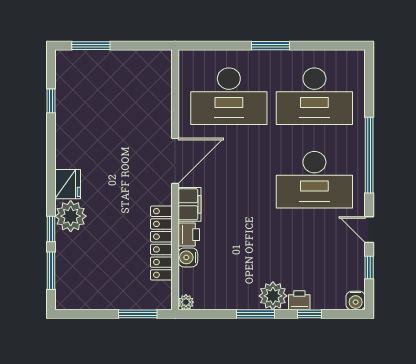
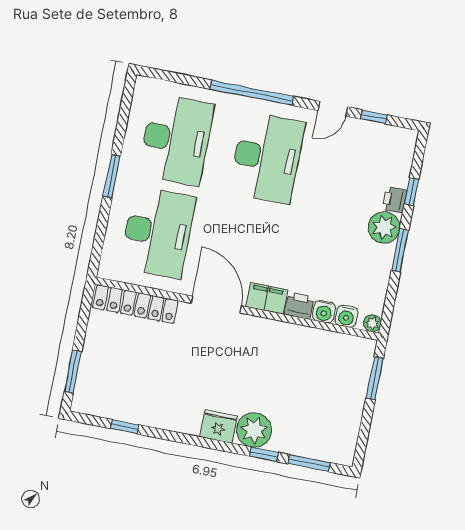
locker: (161, 243) -> (135, 304), moved
water cooler: (356, 301) -> (346, 316), moved, turned 90

